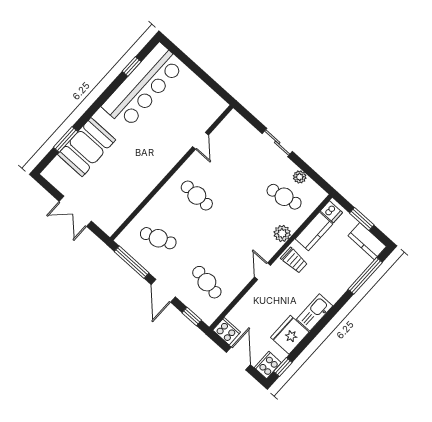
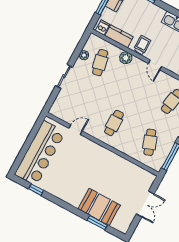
bar counter: (143, 86) -> (40, 153), moved, turned 90
door: (263, 271) -> (155, 65), hinge flipped

